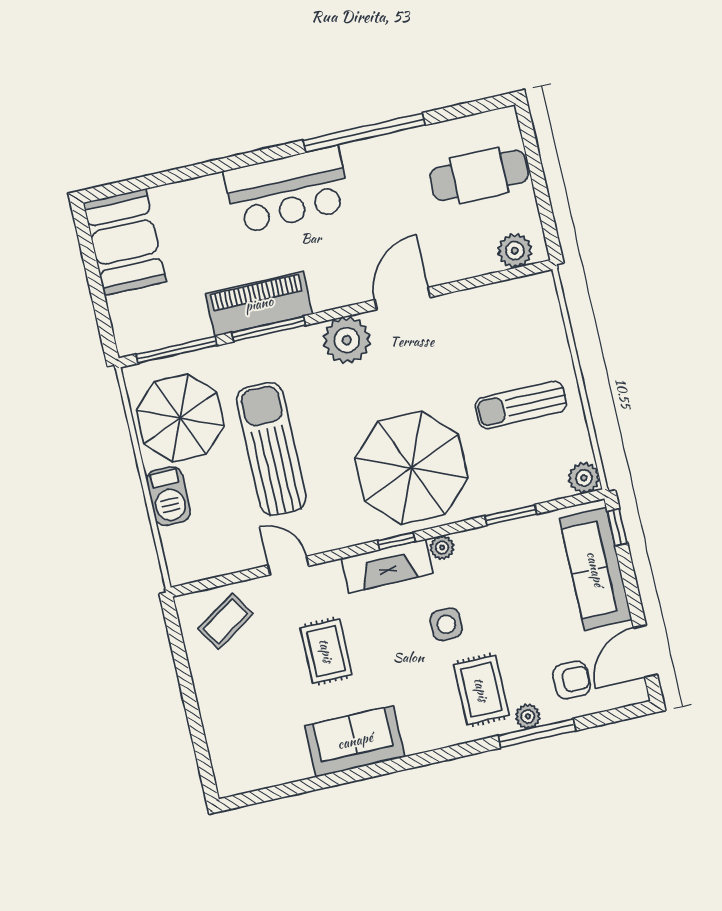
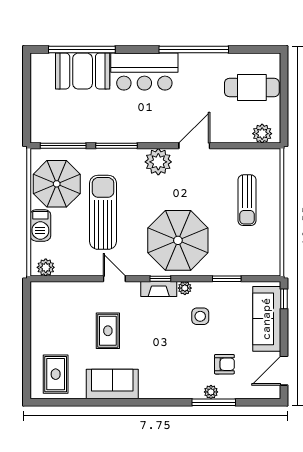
window: (171, 176) -> (82, 50), added
booth: (125, 242) -> (83, 71), moved, turned 90
piano: (259, 304) -> (114, 131), removed
sun lounger: (521, 405) -> (247, 200), moved, turned -90
plant: (584, 478) -> (46, 267), moved
door: (288, 566) -> (114, 279), moved
fireplace: (387, 566) -> (159, 289), width x0.73, depth x0.76
coffee table: (225, 621) -> (56, 302), removed
side table: (446, 624) -> (200, 316), moved
armchair: (572, 680) -> (224, 364), moved
rug: (481, 690) -> (56, 374), moved

